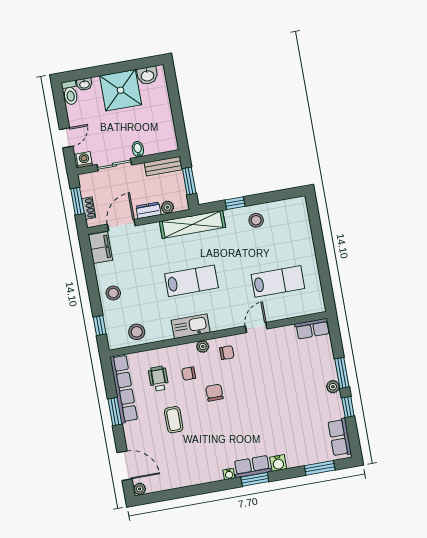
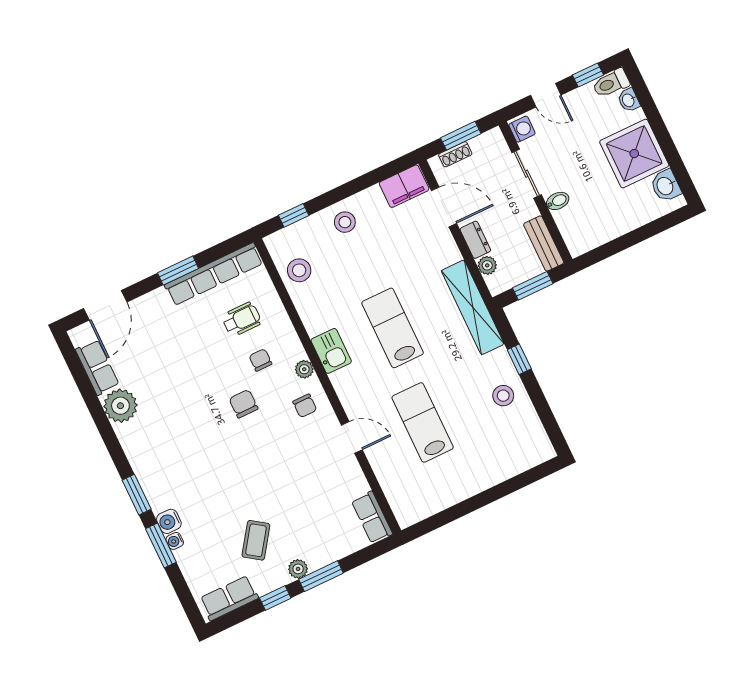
window: (61, 106) -> (588, 75), added
lab bench: (191, 281) -> (393, 328), turned 180
lab bench: (278, 281) -> (423, 422), moved, turned 180
kitchen sink: (191, 326) -> (331, 351), width x0.73
chair: (214, 393) -> (244, 404), turned -90
coffee table: (174, 420) -> (256, 540), moved, turned -55
row of seats: (252, 467) -> (97, 367), moved
window: (320, 468) -> (161, 545), moved
water cooler: (229, 474) -> (175, 541), moved
plant: (140, 489) -> (120, 406), moved, width x1.88, depth x1.88

